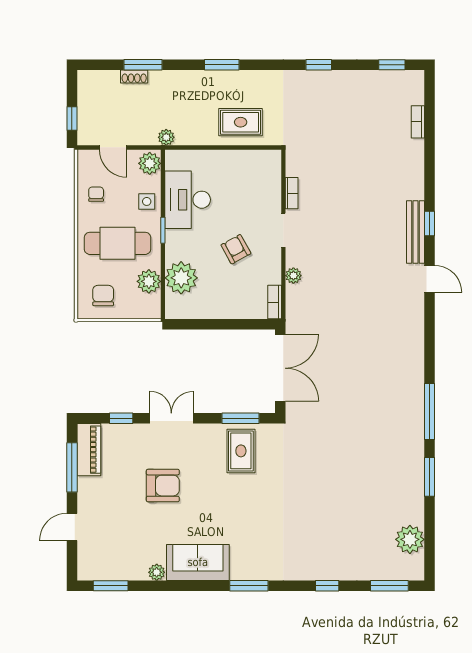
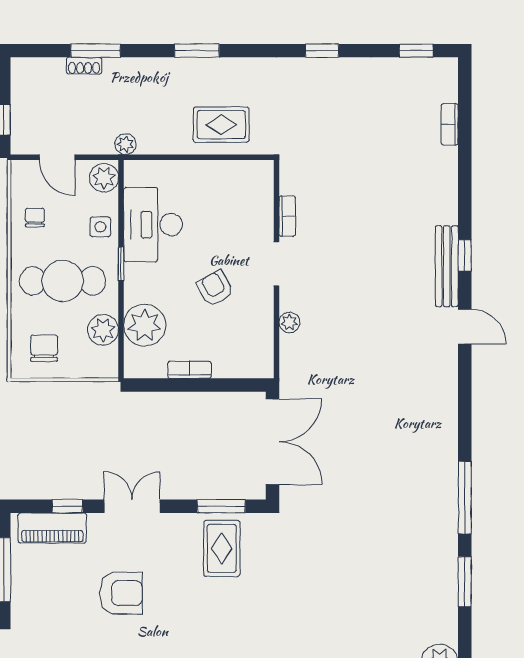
bookcase: (275, 302) -> (190, 370), moved, turned 90
piano: (89, 450) -> (52, 528), moved, turned 90

